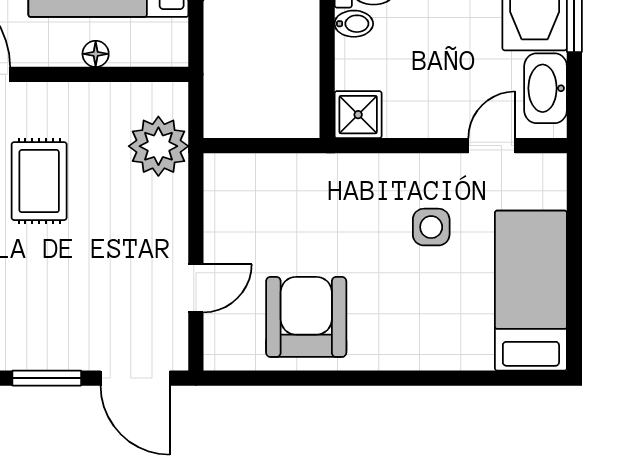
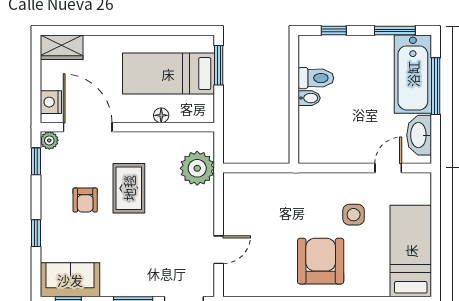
shower: (358, 115) -> (312, 150), removed
armchair: (306, 317) -> (321, 261), moved

